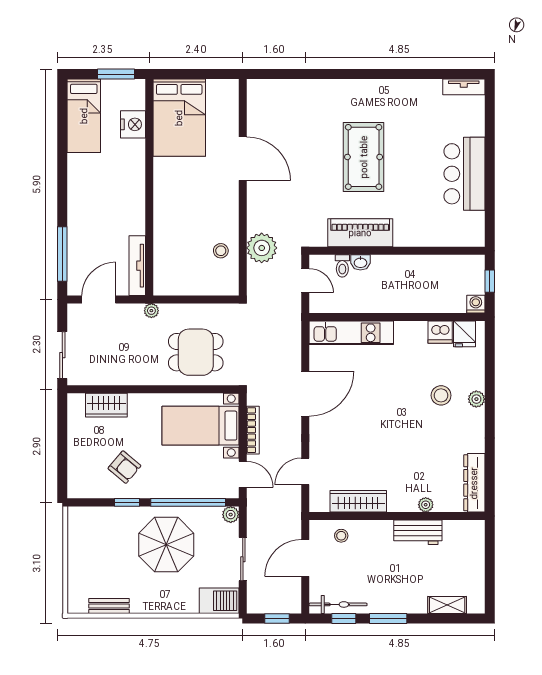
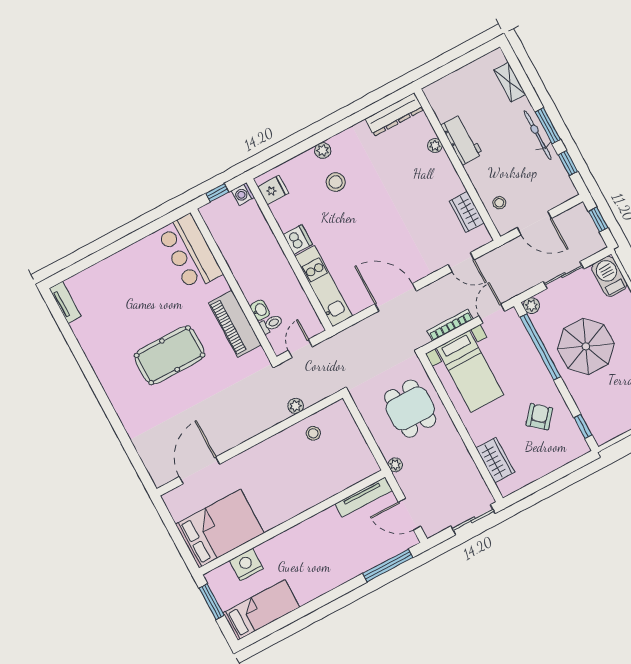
door: (243, 159) -> (199, 470), moved
bar counter: (464, 174) -> (190, 252), moved, turned 90
plant: (262, 248) -> (296, 406), width x0.53, depth x0.53
dishwasher: (440, 332) -> (298, 240), moved
wardrobe: (358, 501) -> (467, 212), width x0.67
window: (127, 502) -> (583, 426), moved
bicycle: (338, 604) -> (538, 135), moved

